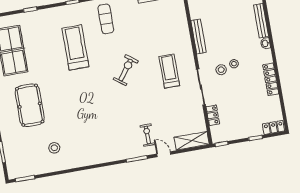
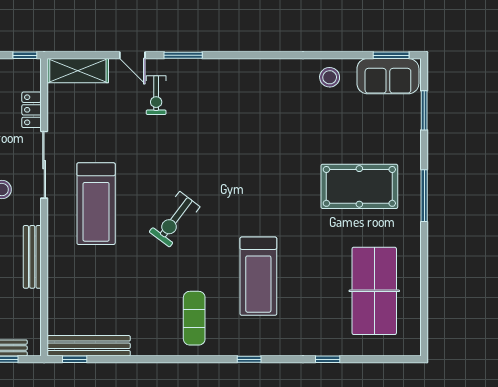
treadmill: (169, 71) -> (96, 204), width x1.37, depth x1.38
pool table: (30, 105) -> (359, 186), turned 90
stool: (54, 148) -> (330, 77), moved
sofa: (25, 167) -> (388, 76), added

